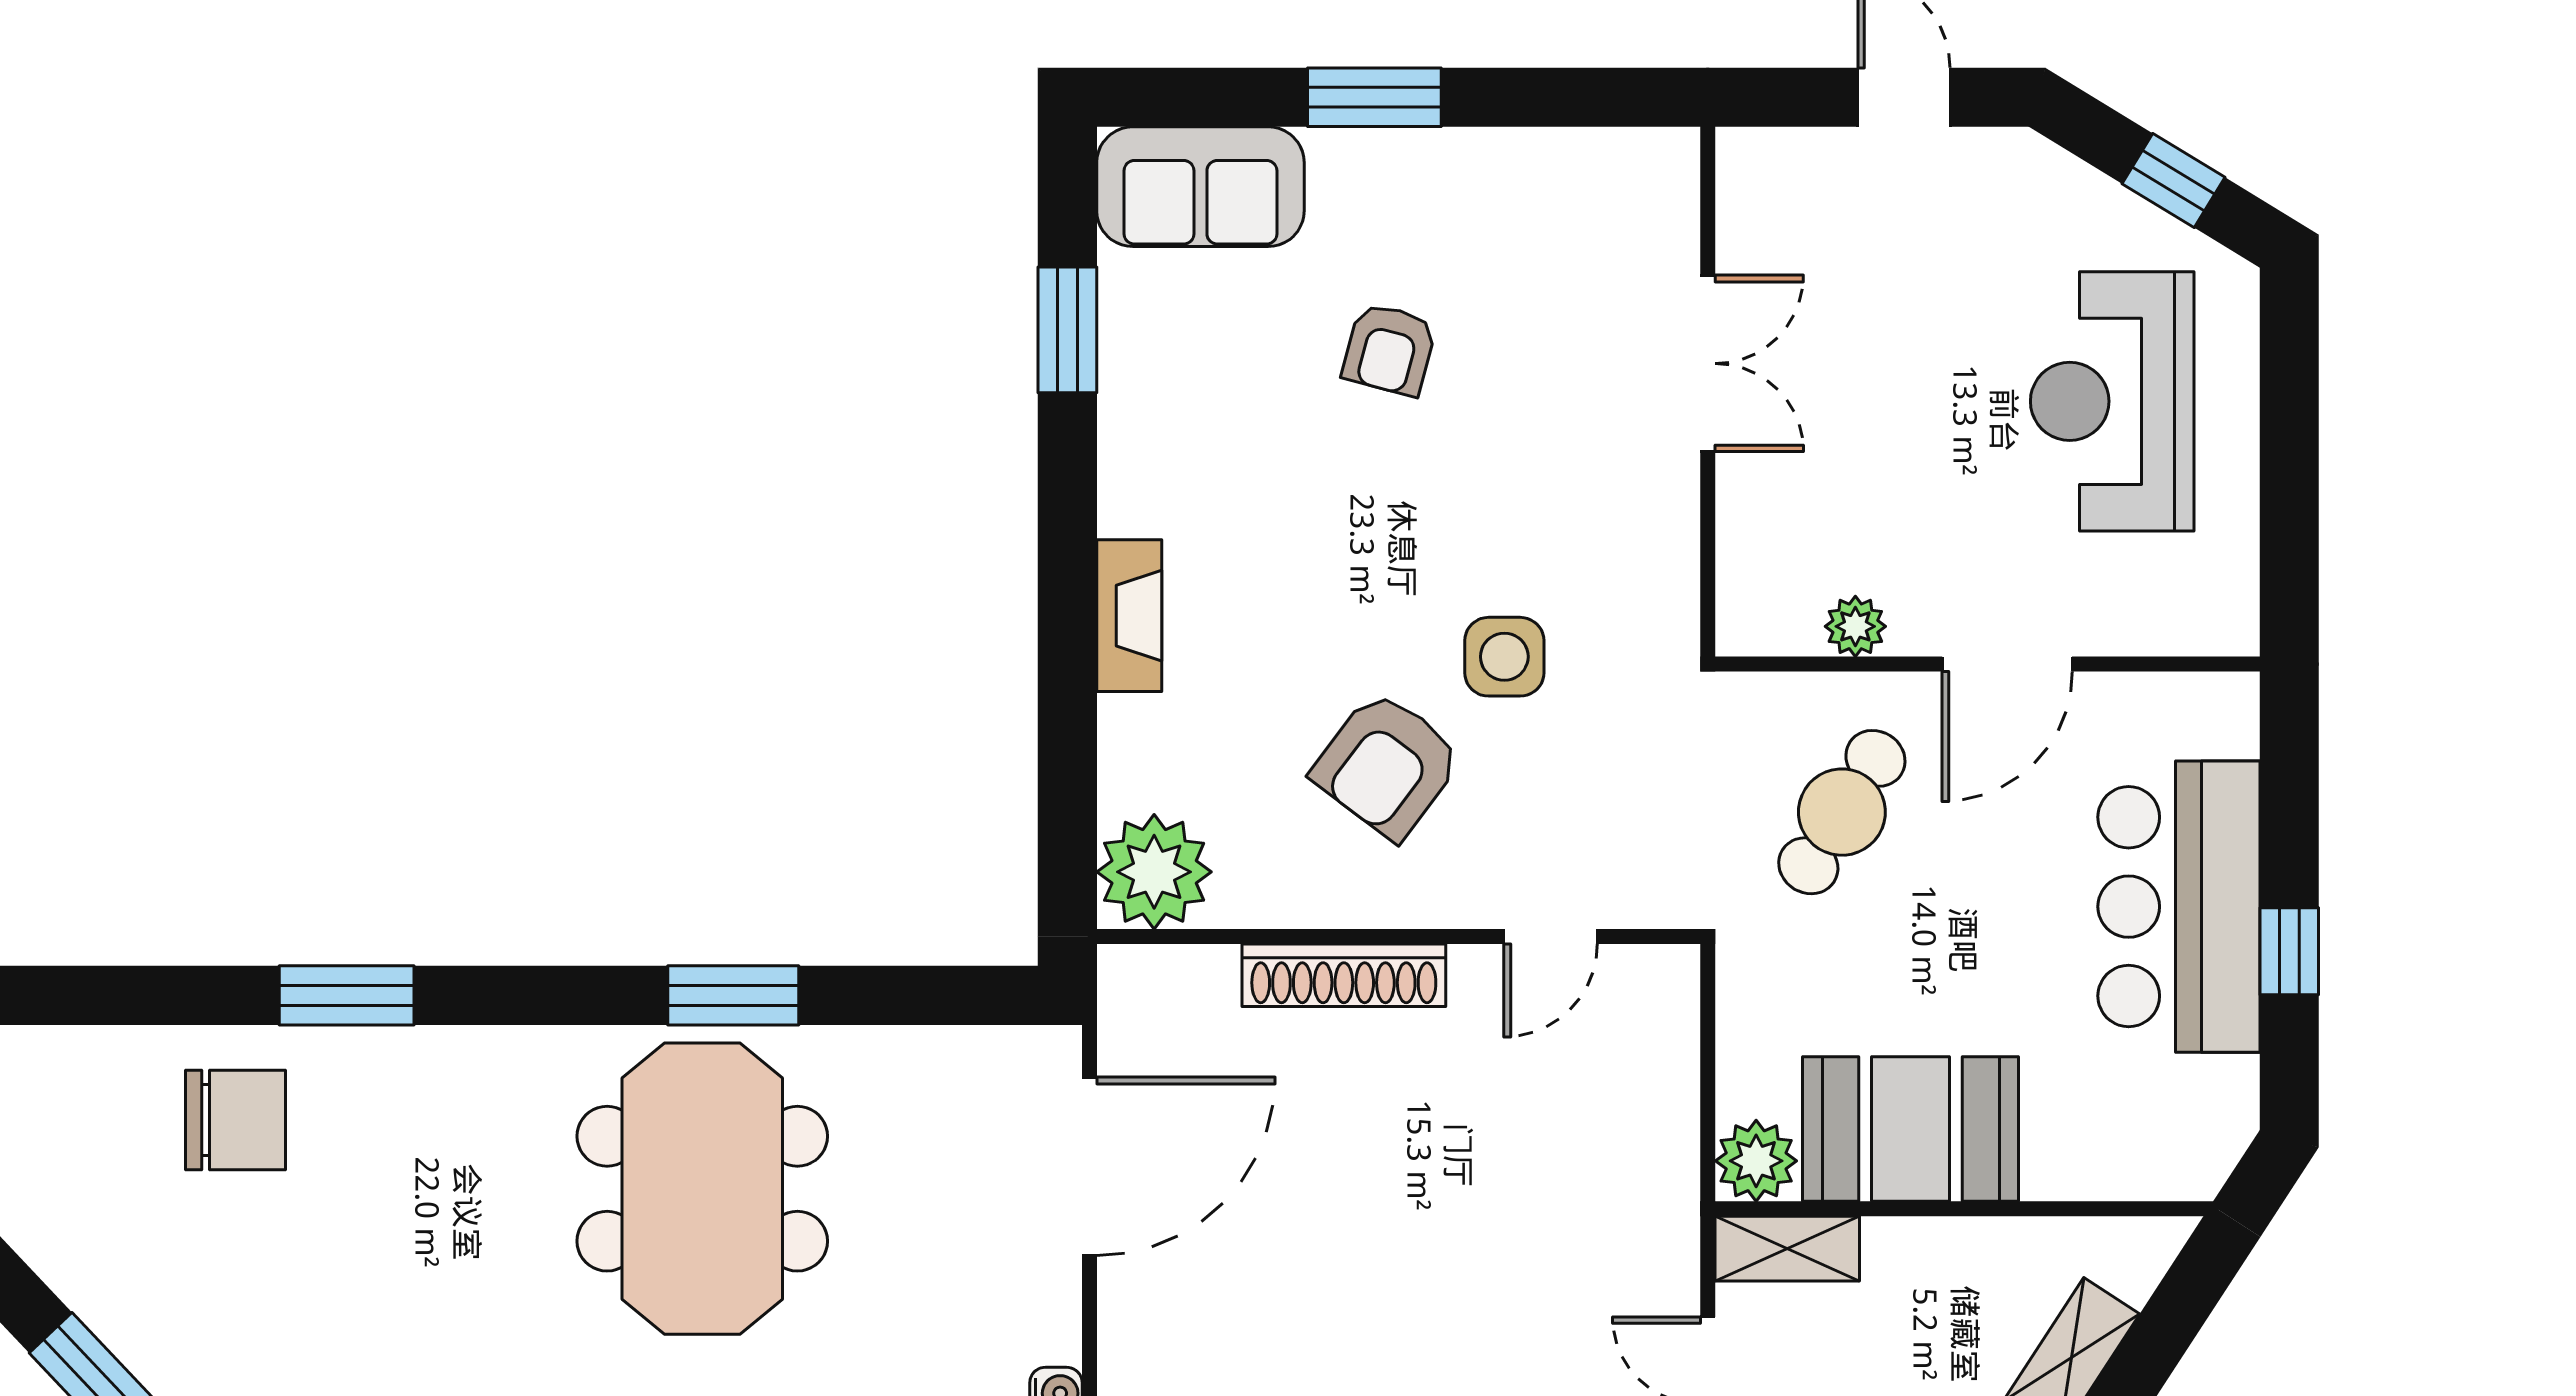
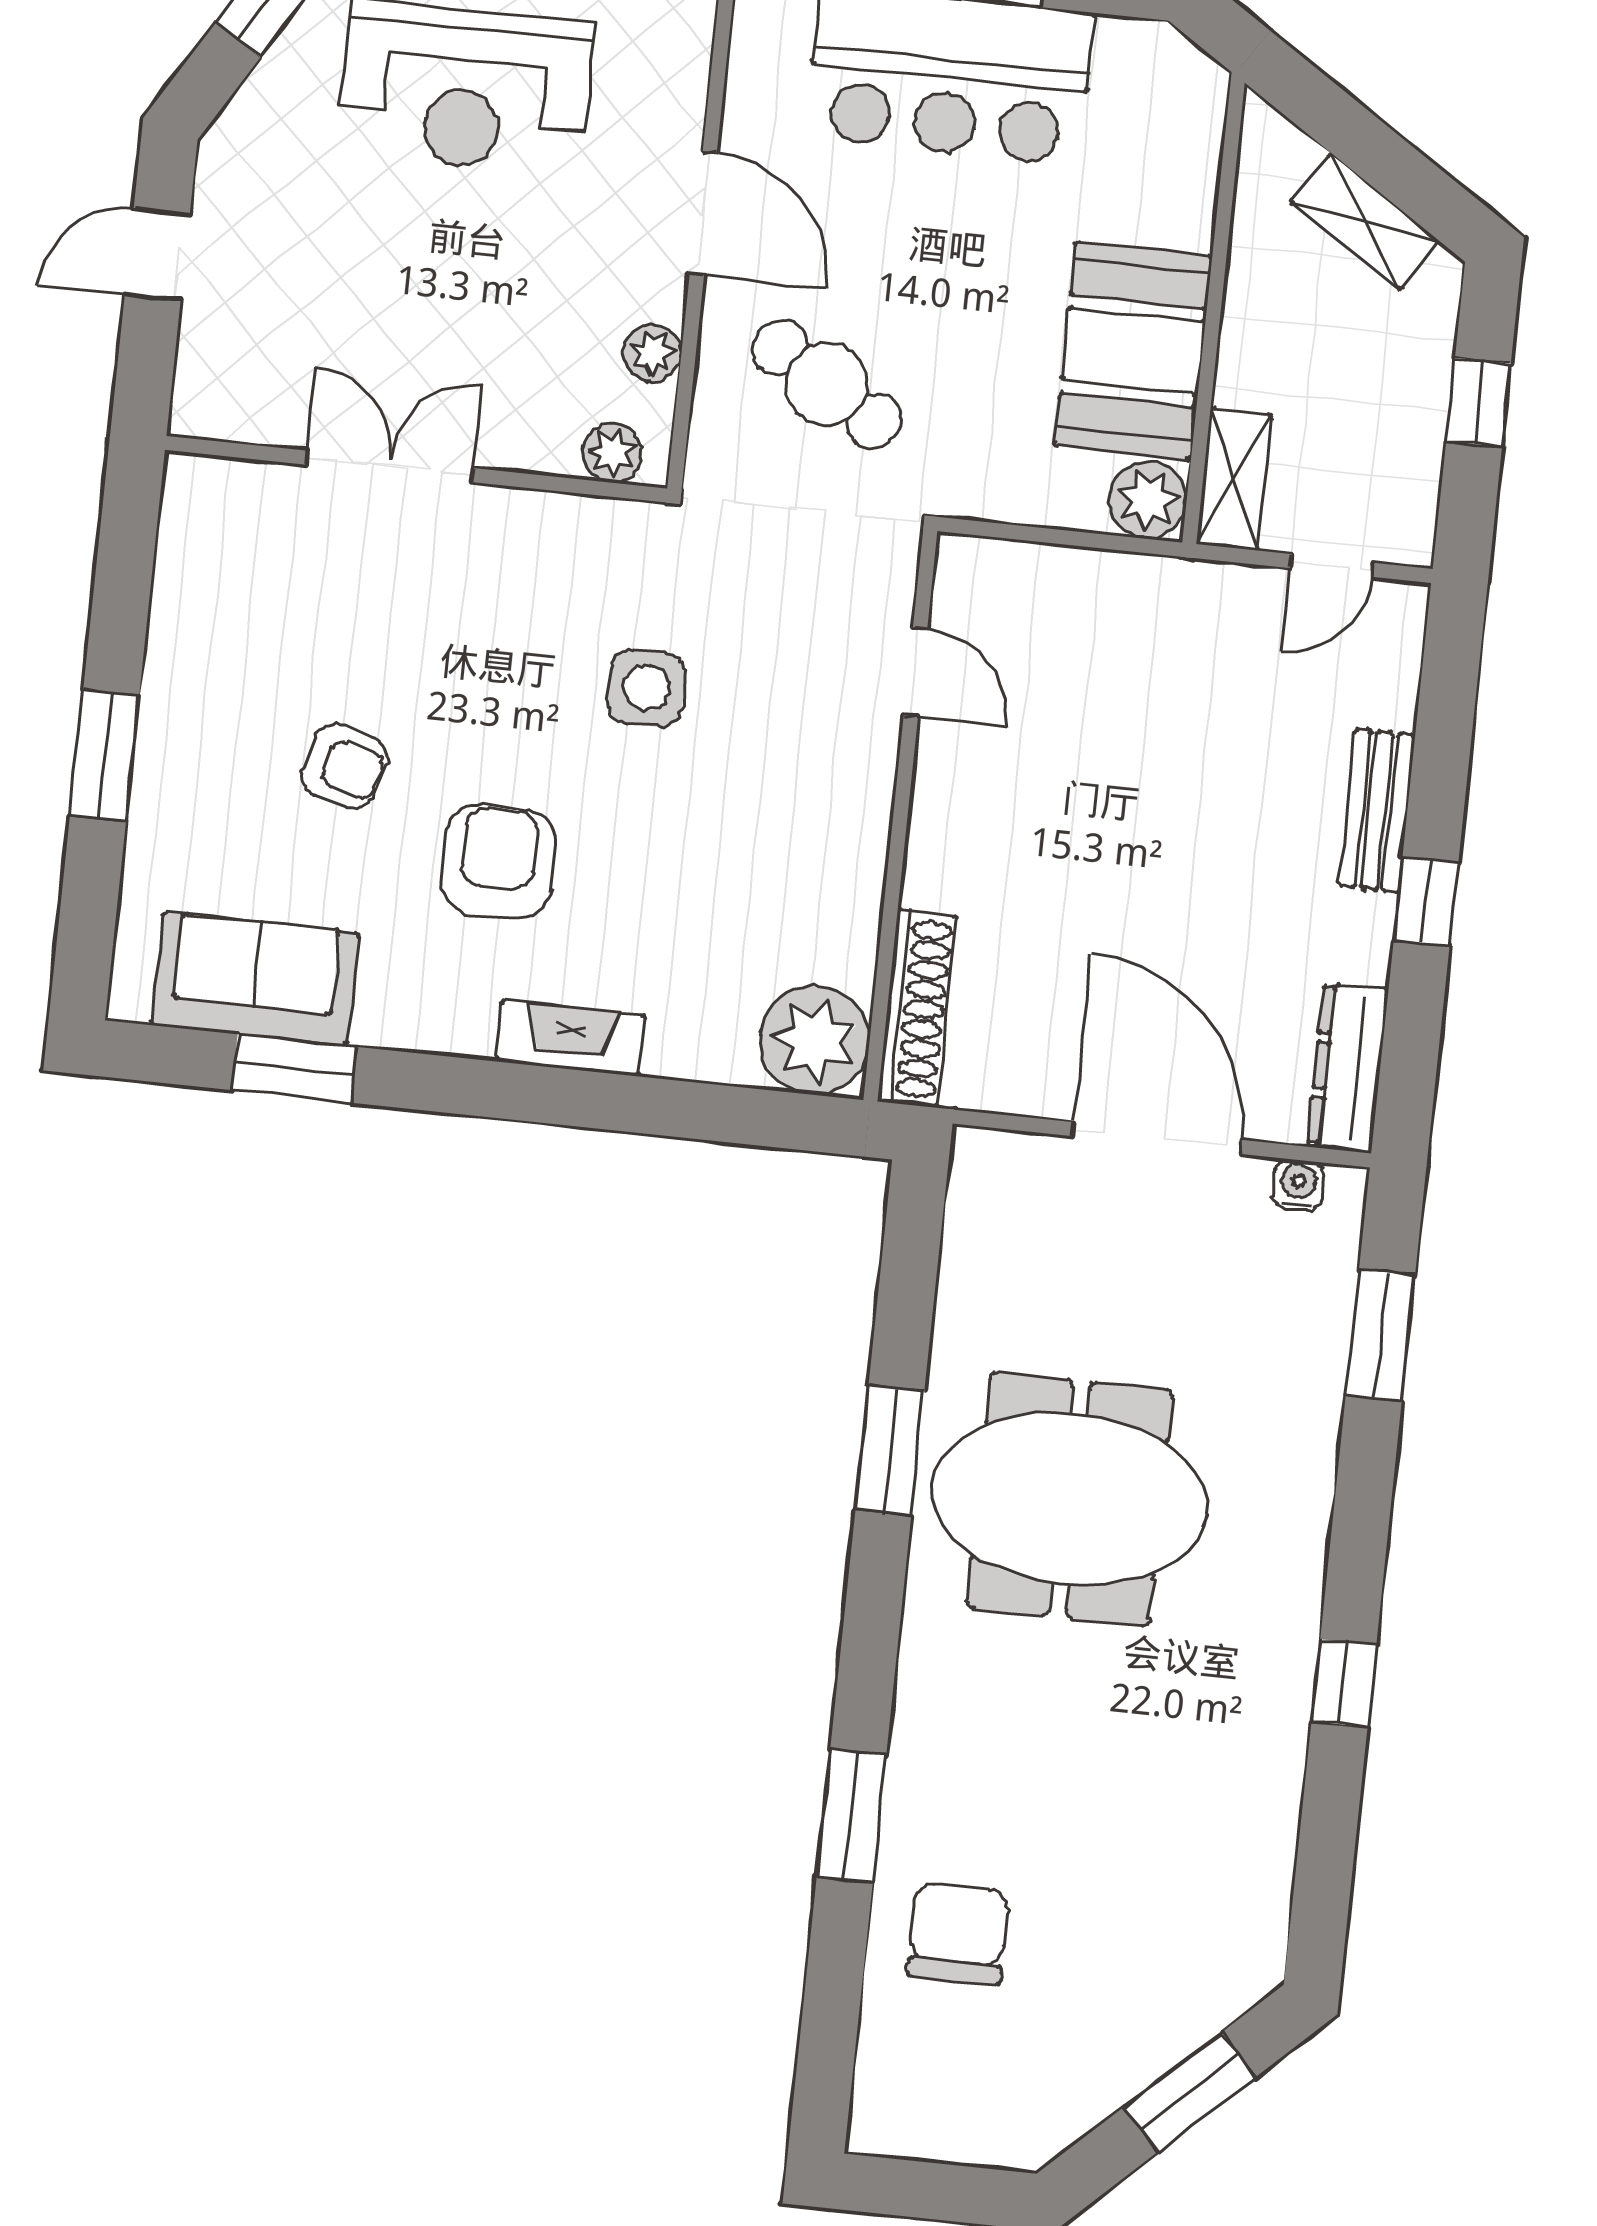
sofa: (1200, 187) -> (255, 979), moved, turned -90
plant: (1746, 595) -> (612, 453), added
armchair: (1387, 765) -> (498, 861), moved, turned -127
shoe rack: (1344, 975) -> (917, 1009), moved
door: (1089, 1166) -> (1157, 1138), moved

